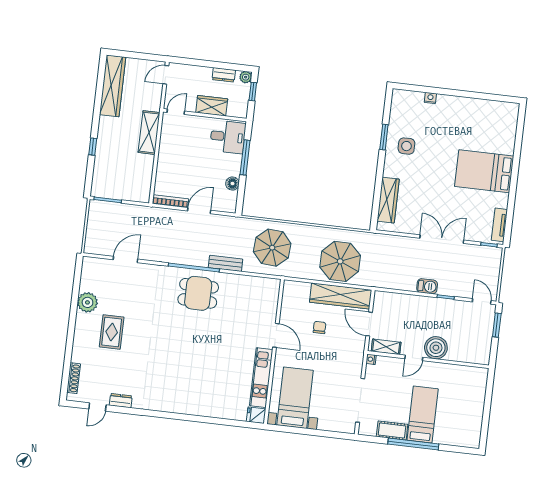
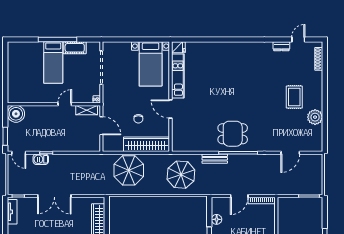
barbecue: (427, 286) -> (41, 159), moved
wardrobe: (341, 296) -> (146, 144), moved
boiler: (436, 348) -> (16, 114), moved

